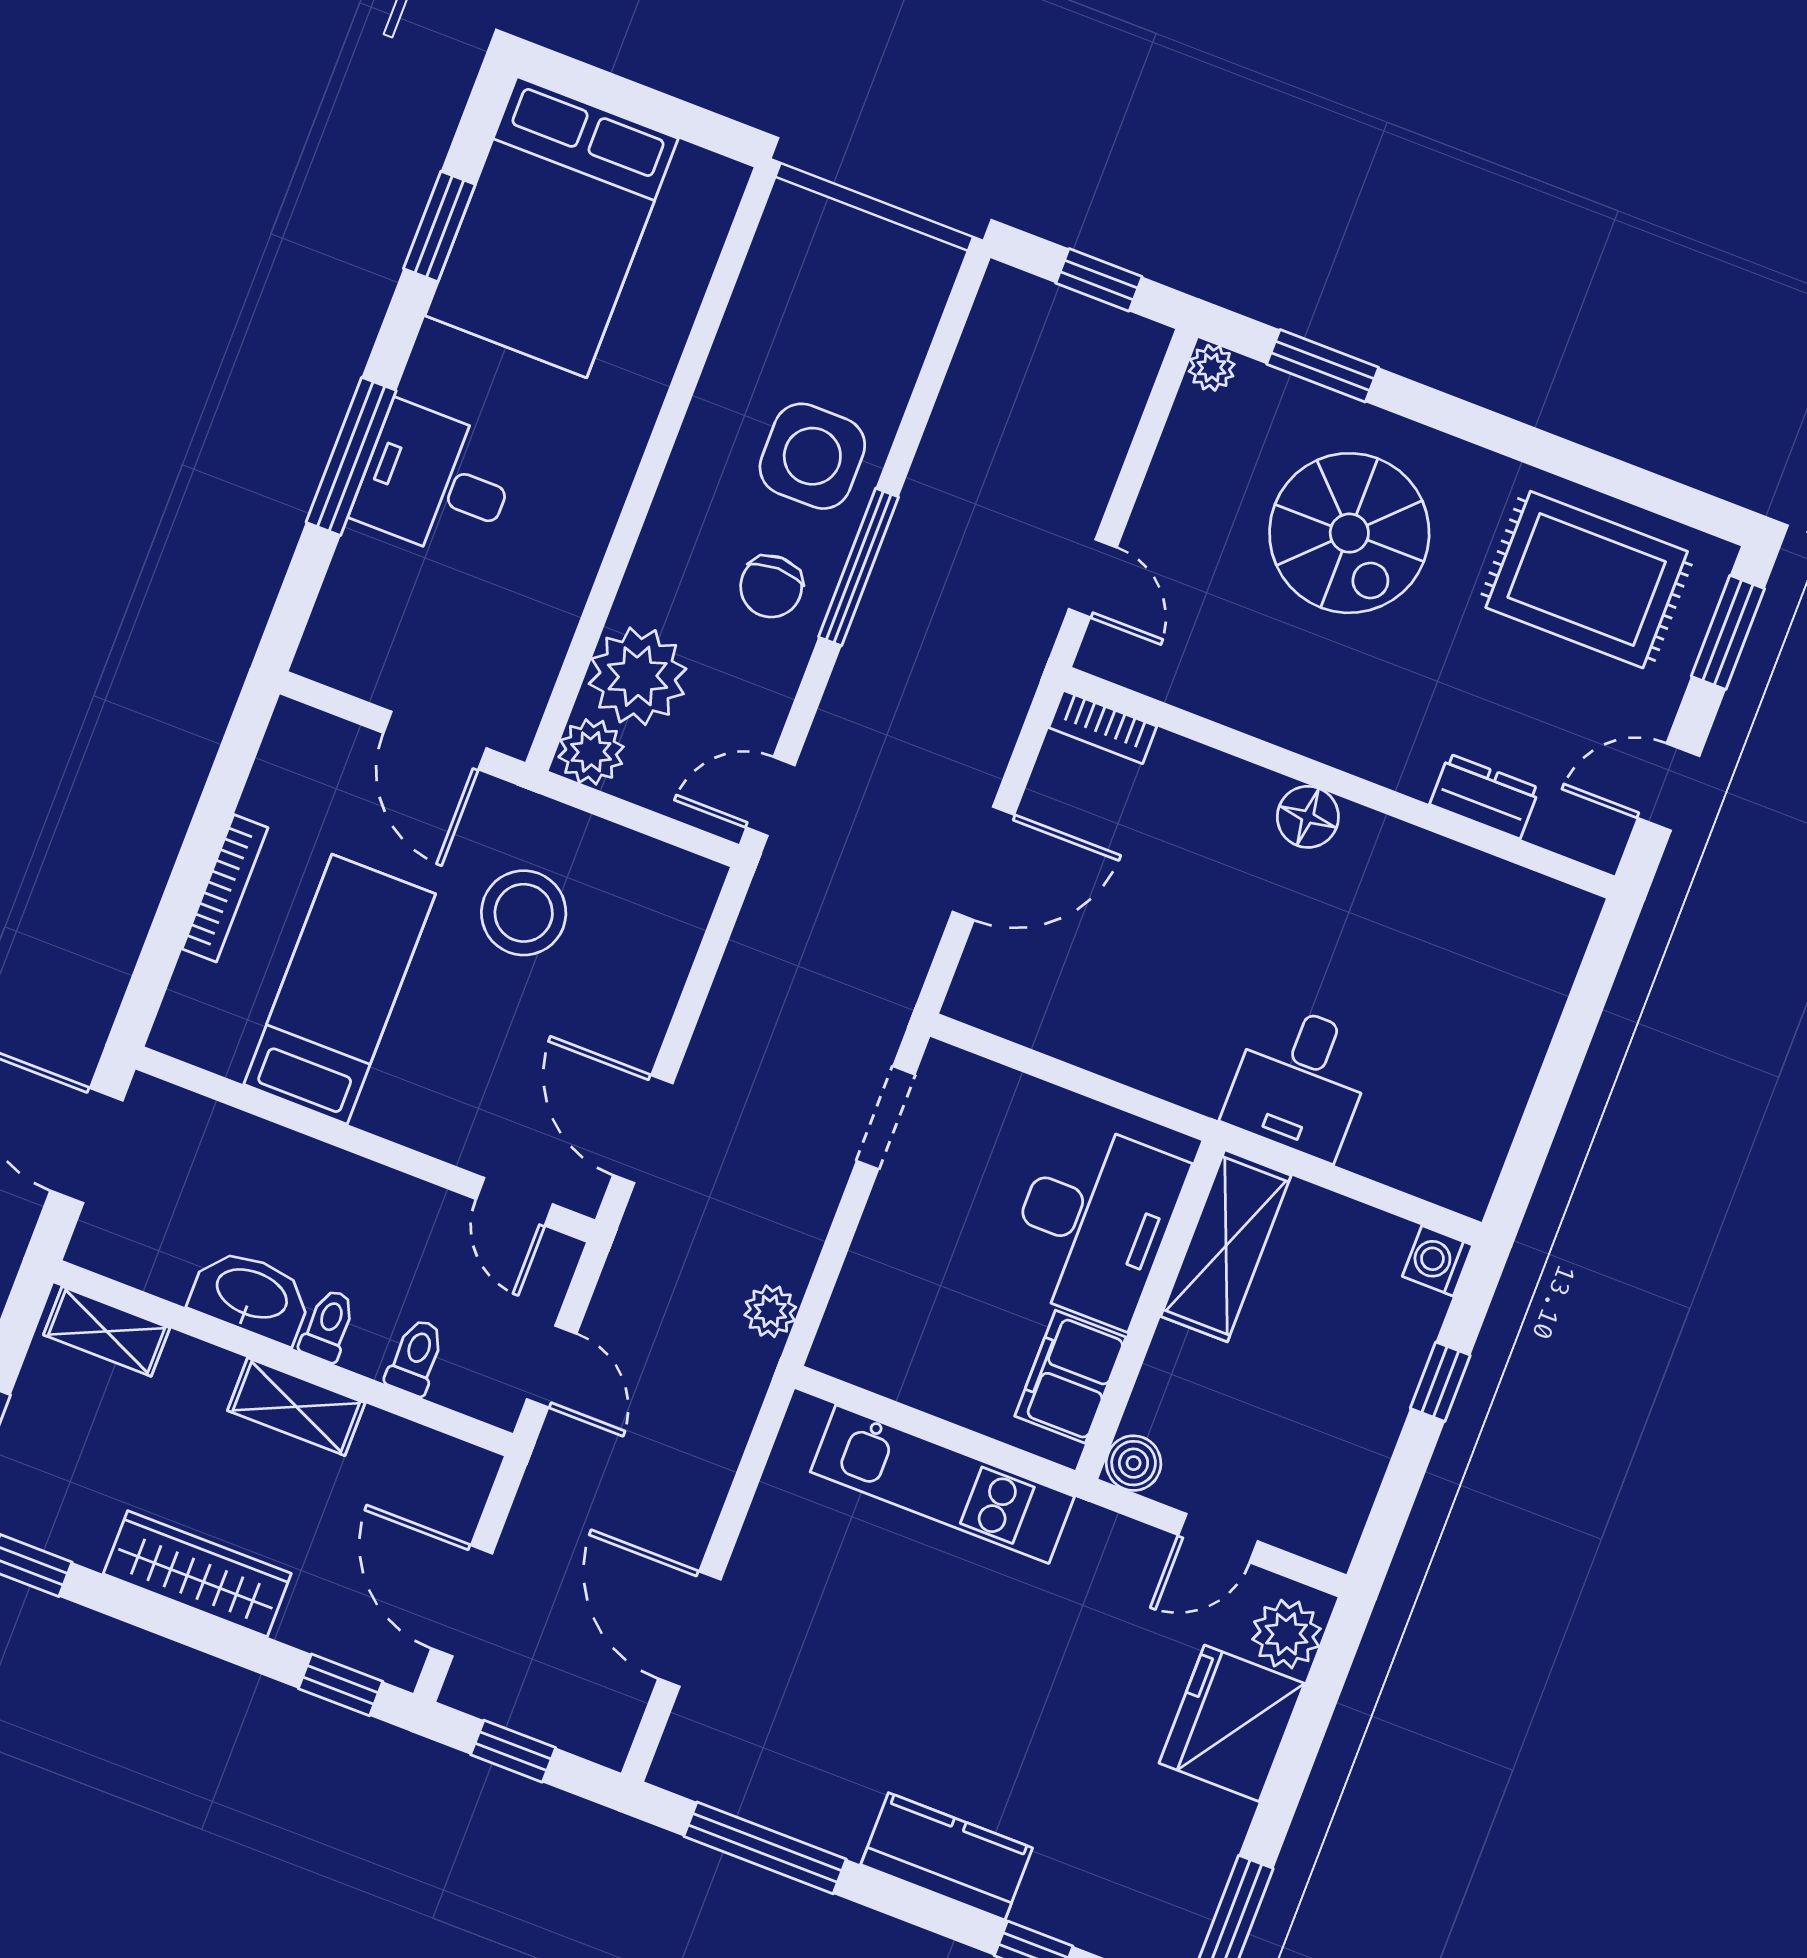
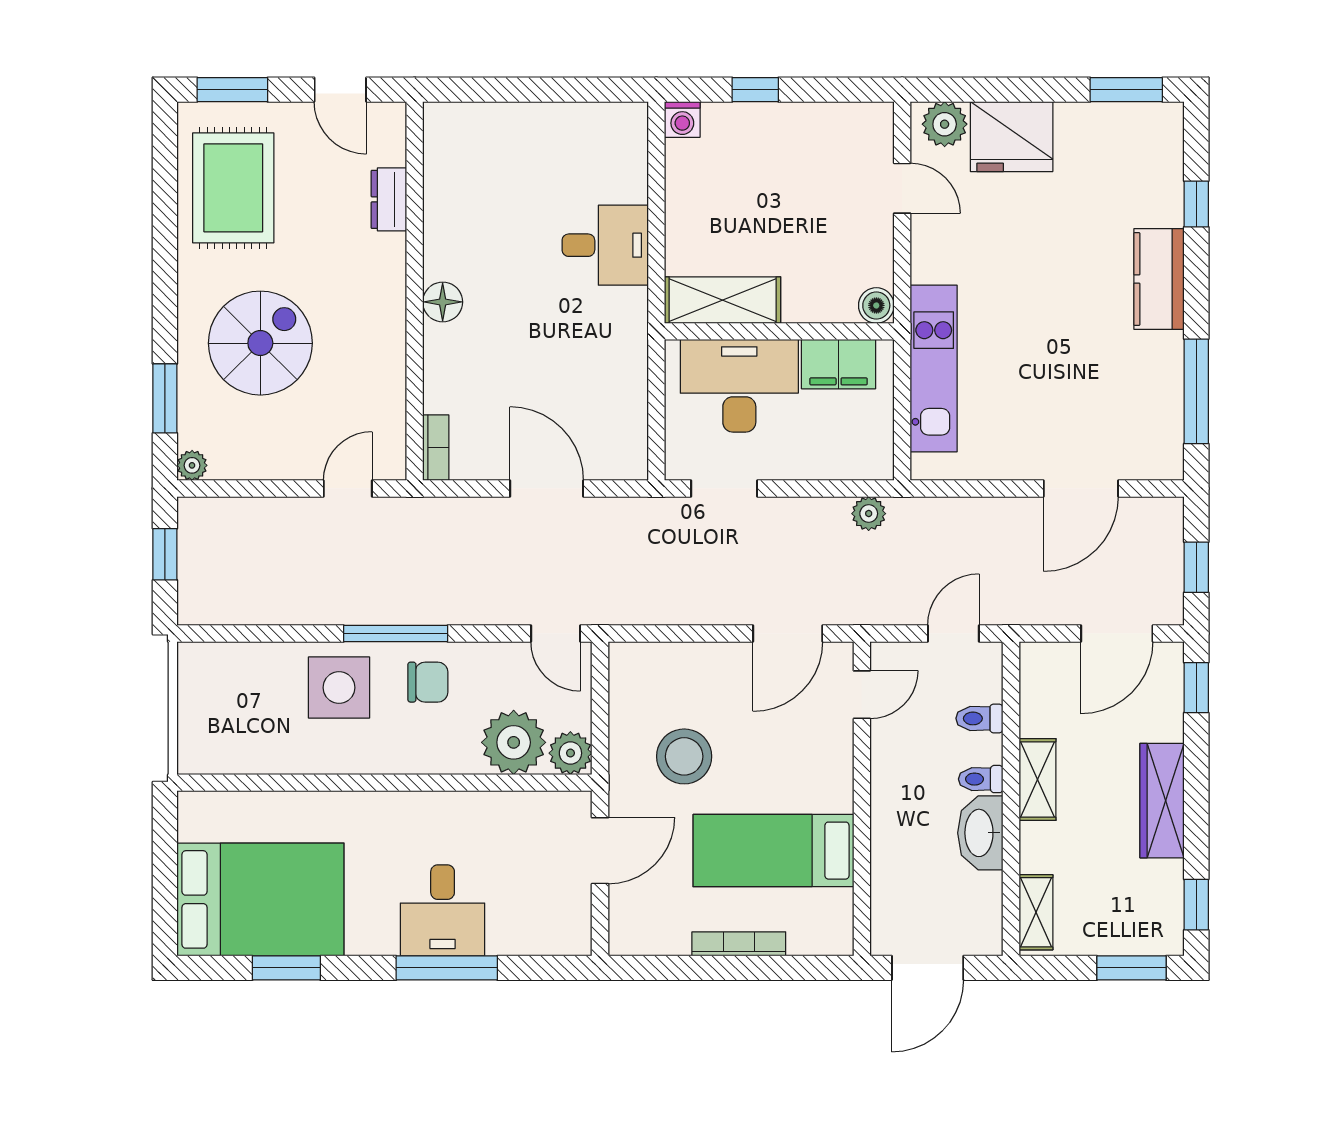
desk: (1094, 1223) -> (739, 386), moved
shelving: (1226, 1246) -> (723, 300), moved
wall: (1150, 1310) -> (779, 331), moved
filing cabinet: (1070, 1377) -> (839, 364), moved
boiler: (1134, 1463) -> (876, 305), moved

